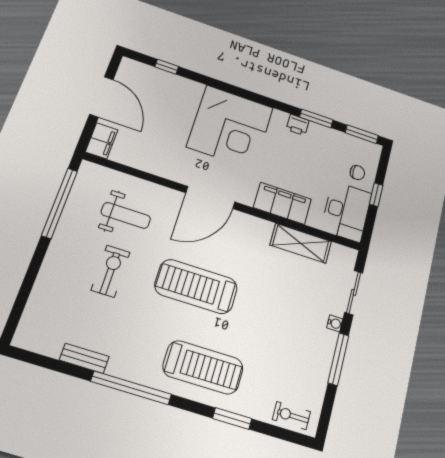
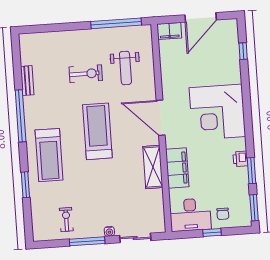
shelving: (301, 243) -> (153, 167), moved
exercise bike: (291, 416) -> (66, 220), moved

